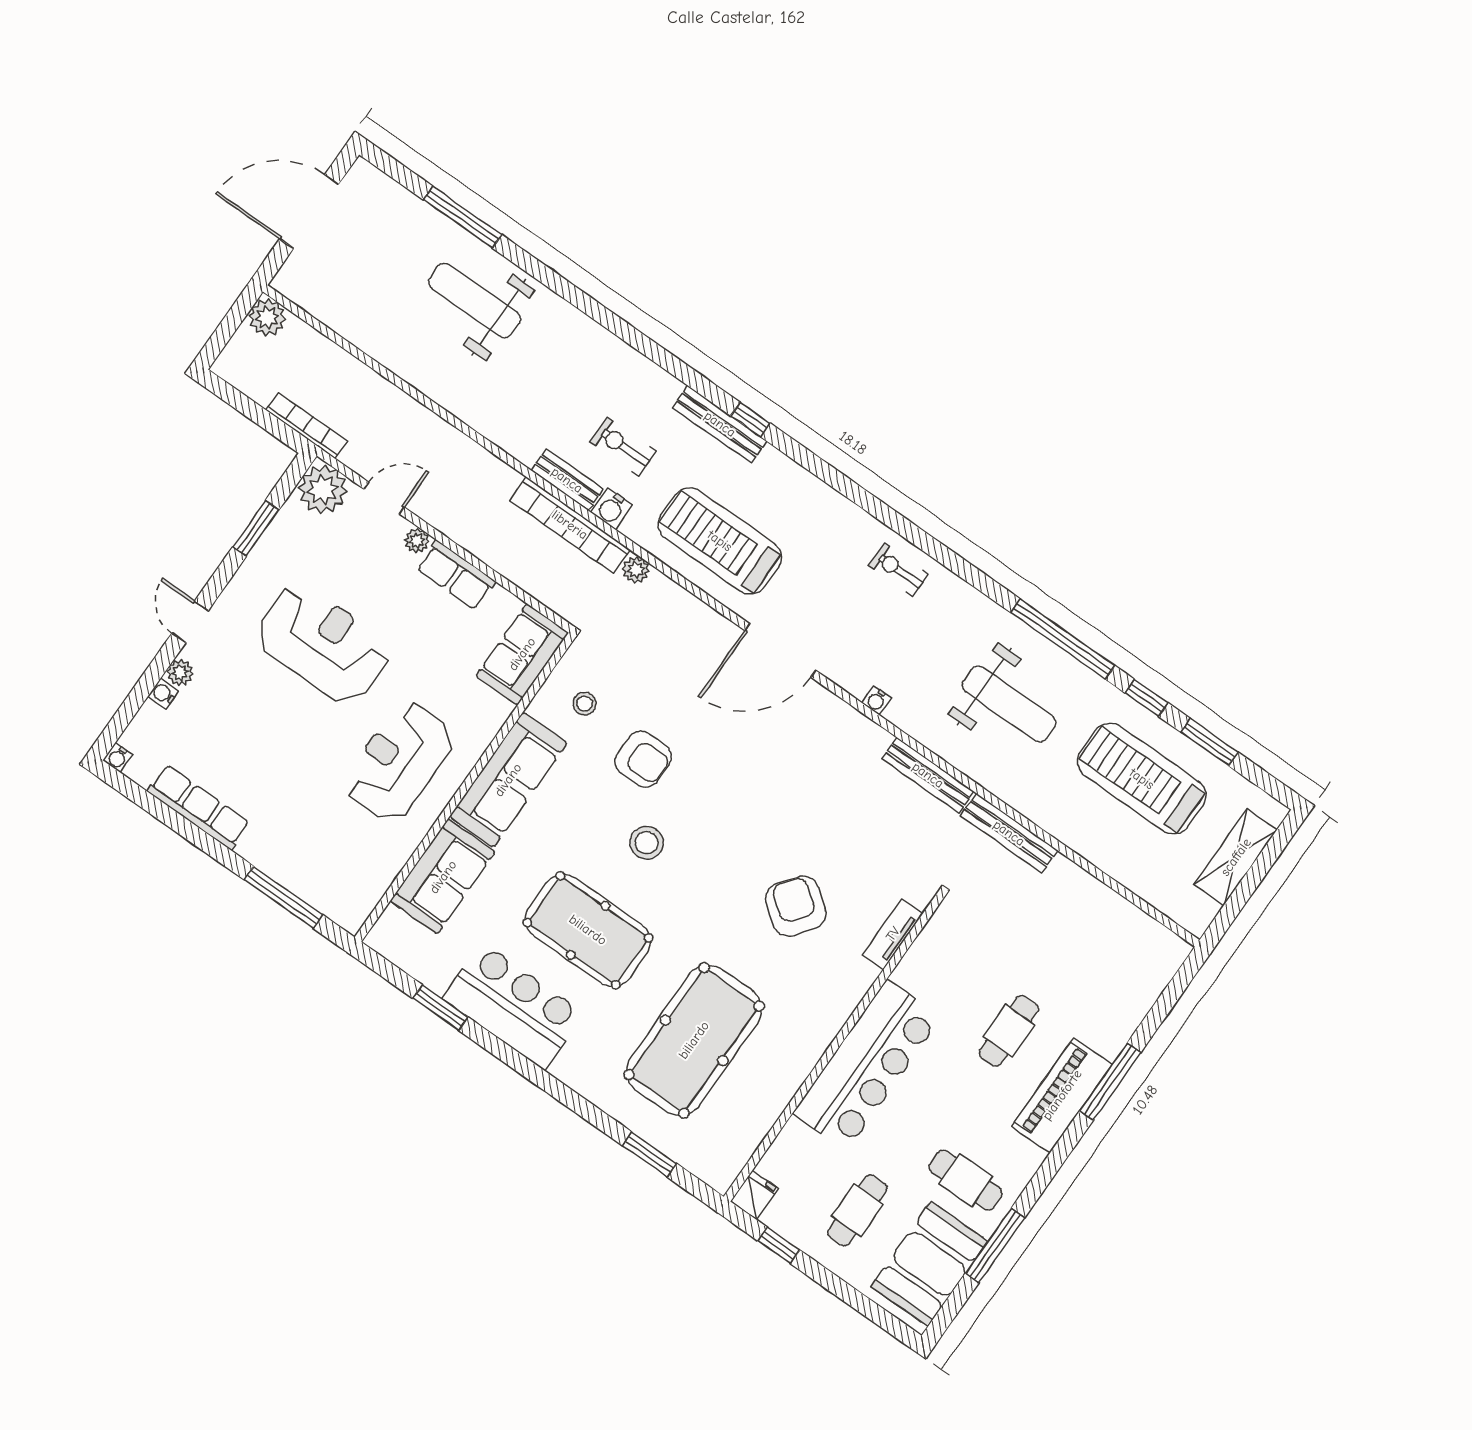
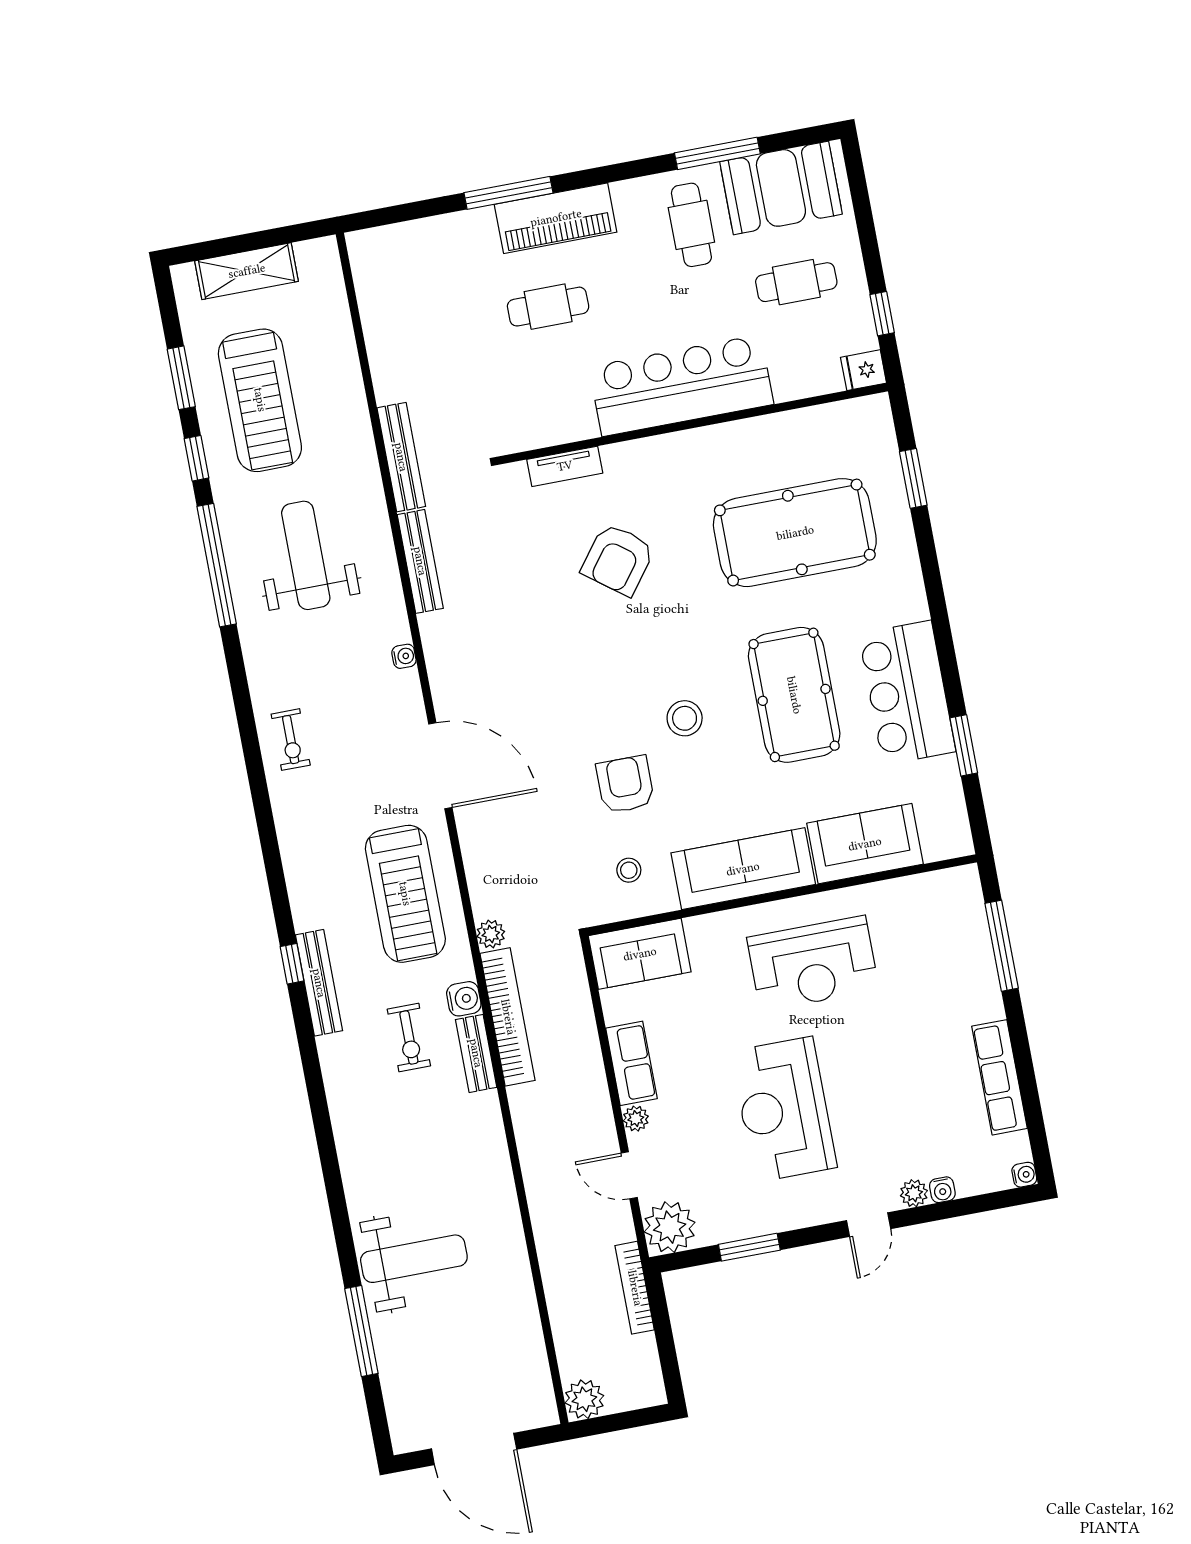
weight bench: (475, 300) -> (414, 1259), turned -90

